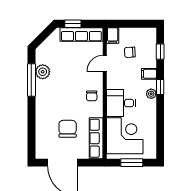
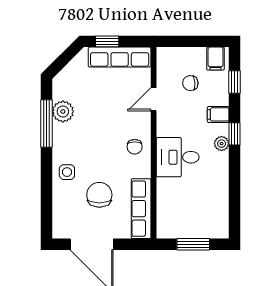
filing cabinet: (113, 36) -> (216, 59), moved
side table: (45, 113) -> (67, 172), added
corner desk: (125, 136) -> (183, 205), removed

